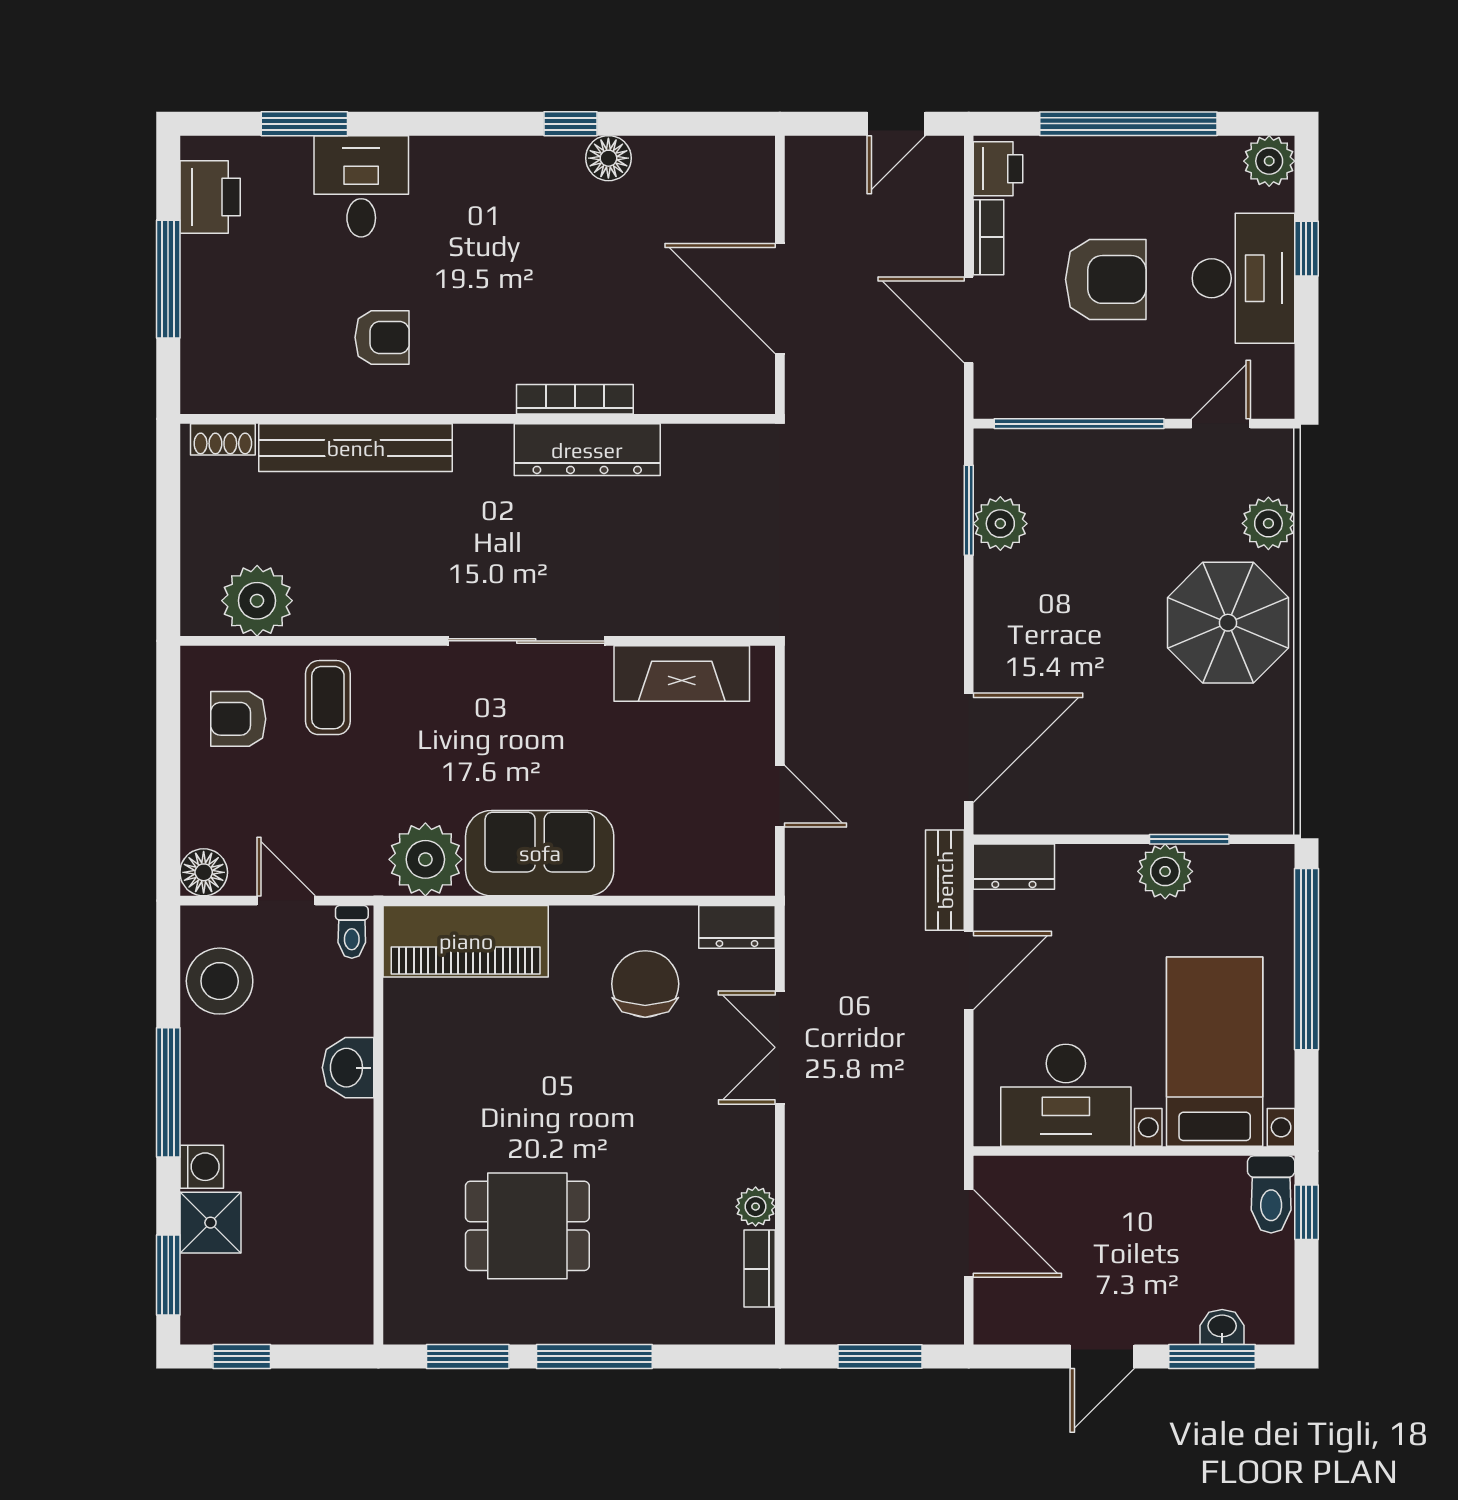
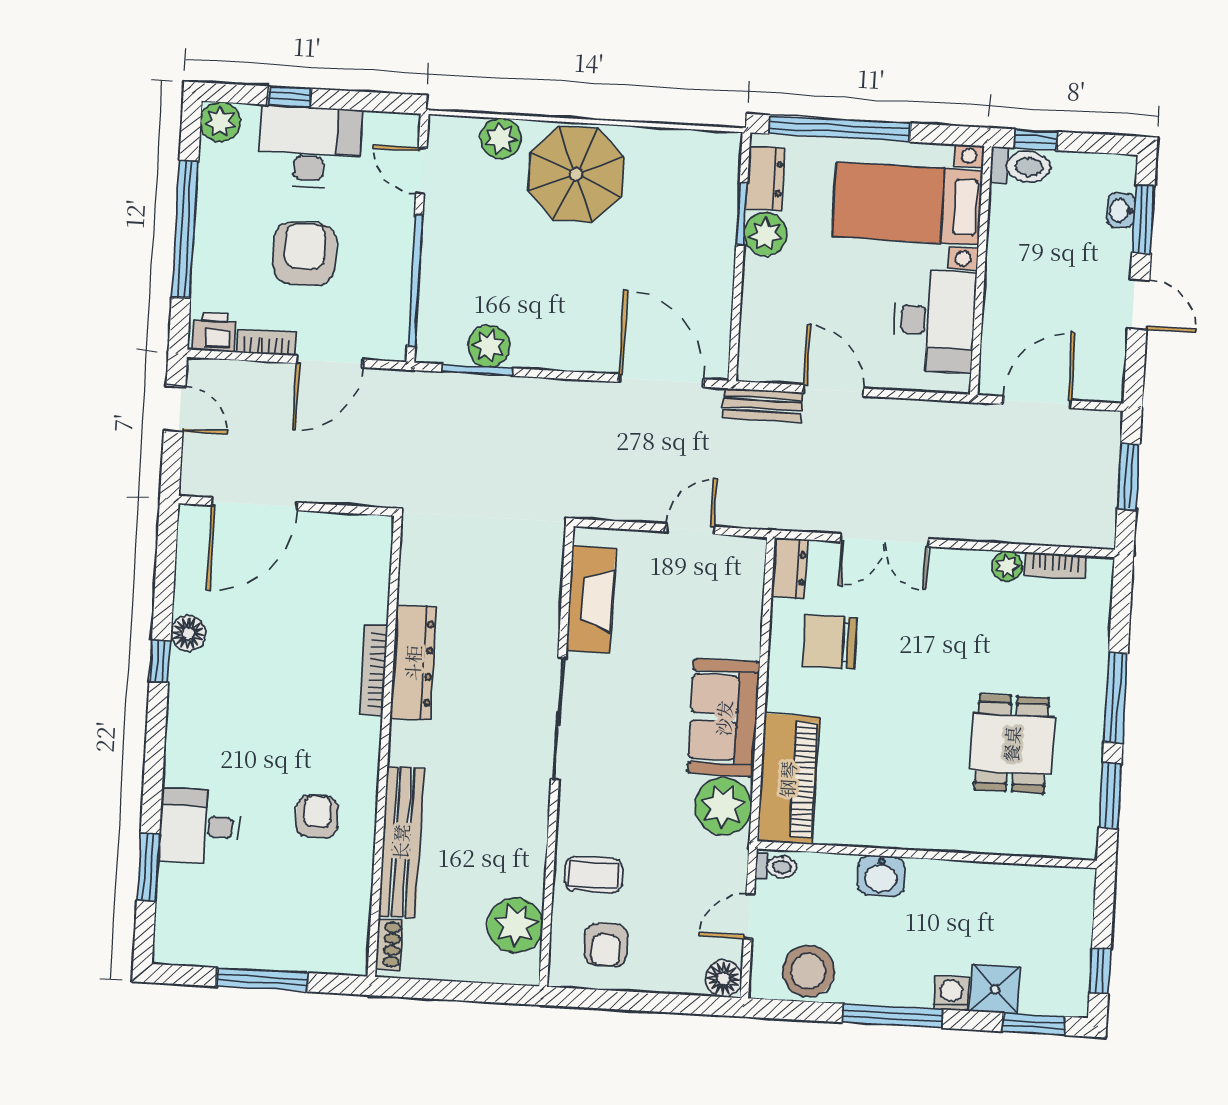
printer: (210, 197) -> (201, 944), removed
door: (780, 299) -> (254, 504), moved
dresser: (1014, 867) -> (765, 178), moved

